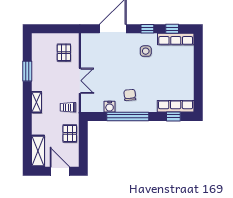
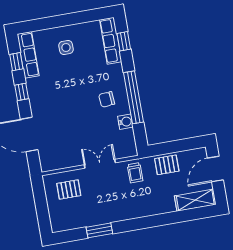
side table: (146, 51) -> (66, 47), moved
shelving: (37, 102) -> (136, 212), removed

